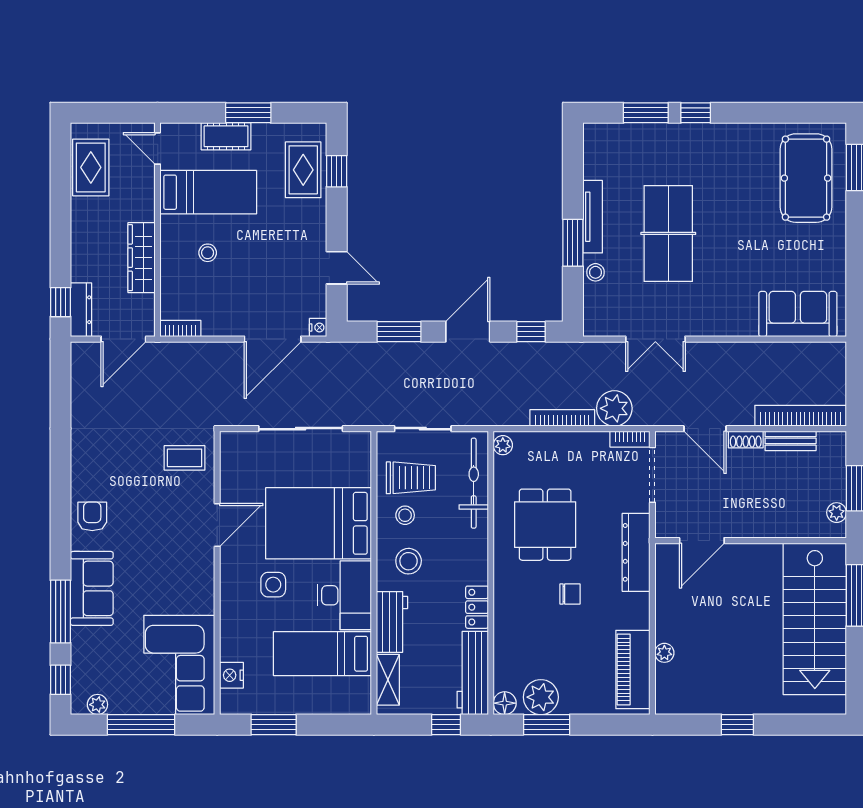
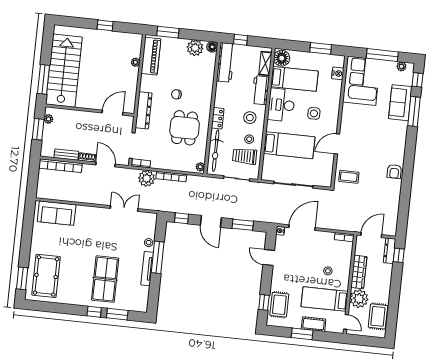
plant: (135, 201) -> (359, 299), added
table tennis table: (668, 233) -> (105, 279), moved
window: (573, 243) -> (158, 257), width x1.44
door: (468, 332) -> (211, 221), hinge flipped
armchair: (92, 516) -> (394, 171), moved
bed: (319, 523) -> (289, 145), width x0.67
sofa: (92, 588) -> (400, 103), moved
locker: (477, 607) -> (218, 118), moved
floor lamp: (354, 695) -> (282, 58), added
window: (547, 725) -> (168, 32), moved

